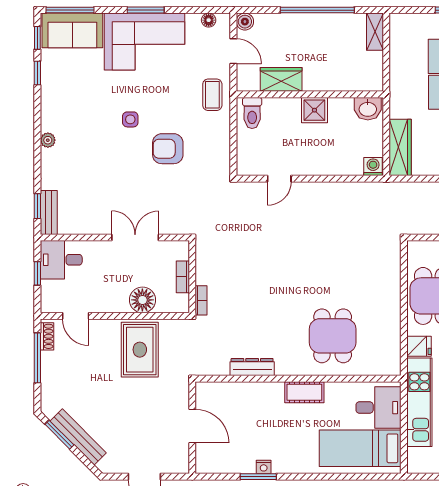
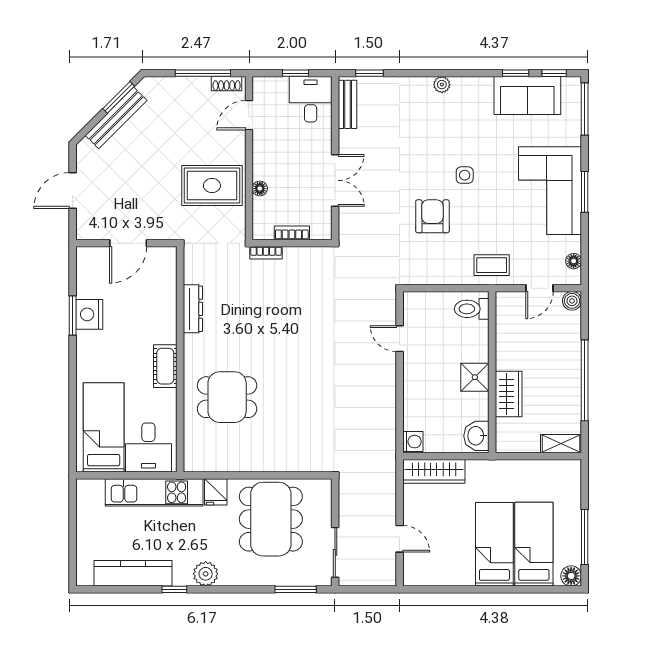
sofa: (72, 30) -> (527, 95), moved, turned -90
wardrobe: (281, 79) -> (509, 394), moved
bench: (49, 212) -> (348, 104), moved, turned 90
floor lamp: (142, 300) -> (260, 188), width x0.53, depth x0.53
nightstand: (264, 467) -> (89, 314), width x1.89, depth x1.79

